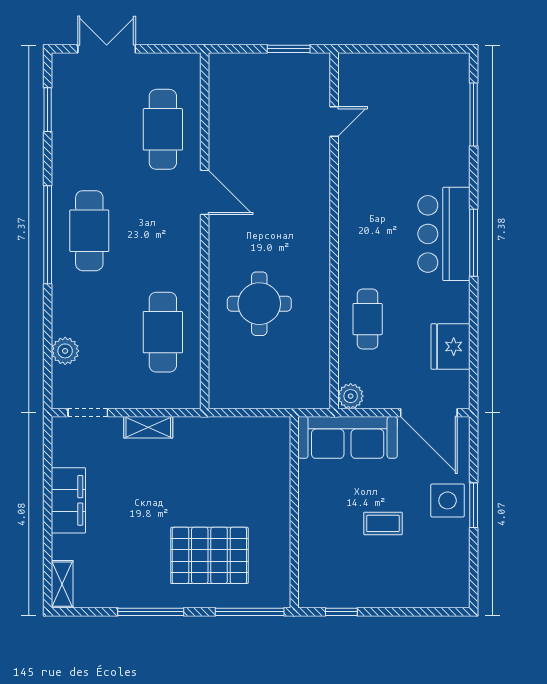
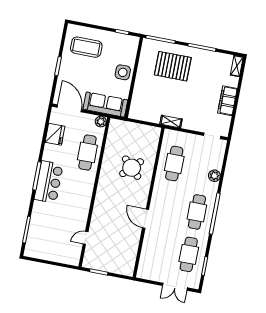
cafe table: (163, 129) -> (189, 254), moved
round table: (259, 304) -> (132, 168), turned 45
cafe table: (368, 319) -> (87, 152), width x1.37, depth x1.35
plant: (65, 351) -> (214, 176), moved
shelving: (148, 427) -> (171, 122), moved
side table: (448, 500) -> (123, 72), moved
coffee table: (383, 523) -> (86, 47), moved, width x1.86, depth x1.72

